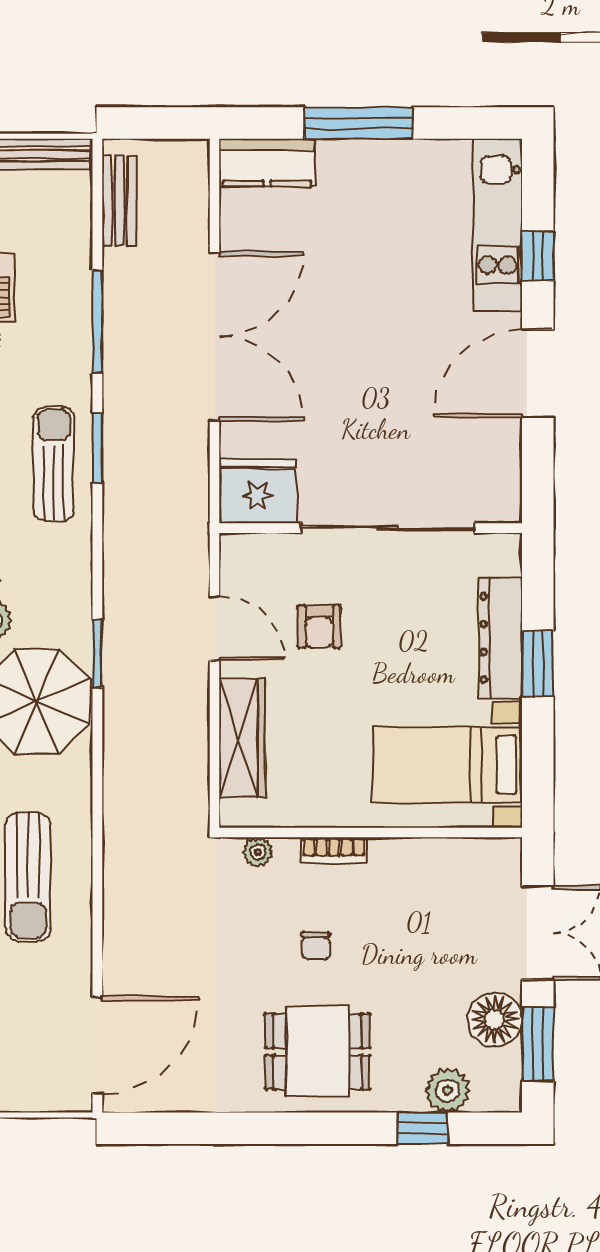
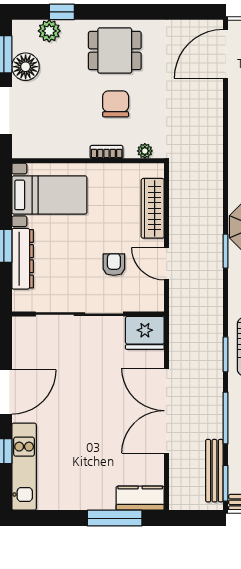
window: (358, 123) -> (115, 518), moved
window: (97, 192) -> (226, 483), added
bench: (119, 201) -> (214, 471), width x1.36
chair: (316, 946) -> (116, 104), width x1.87, depth x1.87

